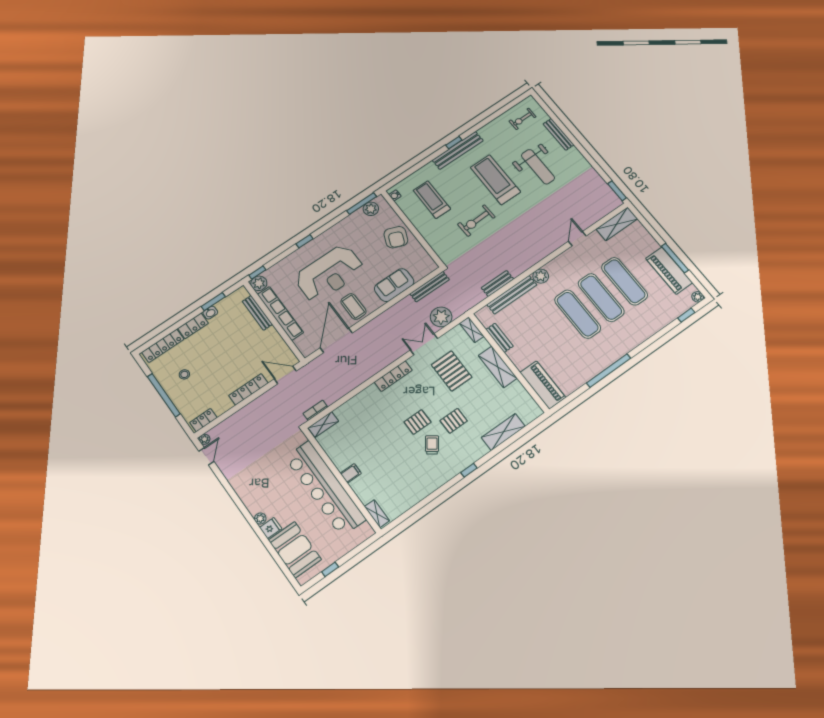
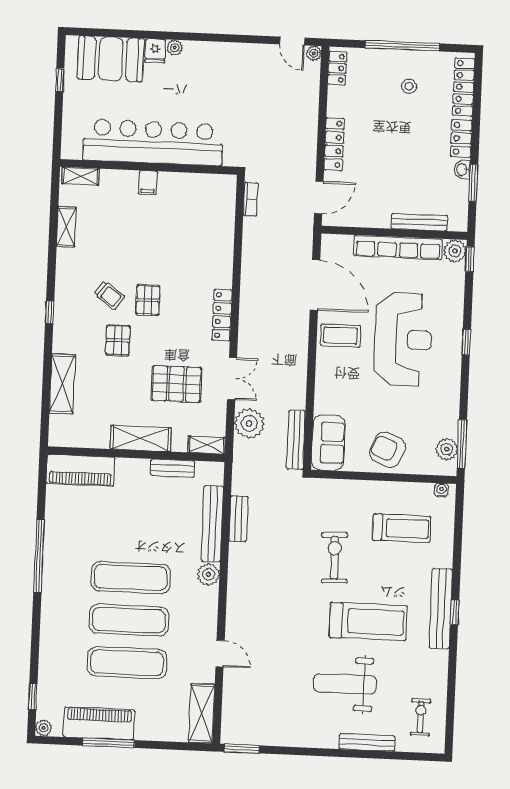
reception desk: (329, 274) -> (403, 339), turned 180
sofa: (394, 285) -> (328, 443), moved
shelving: (323, 424) -> (66, 227), moved

